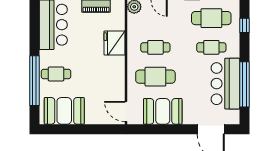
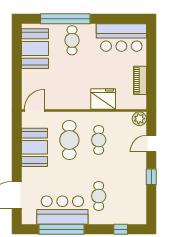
cafe table: (211, 18) -> (128, 196), removed

